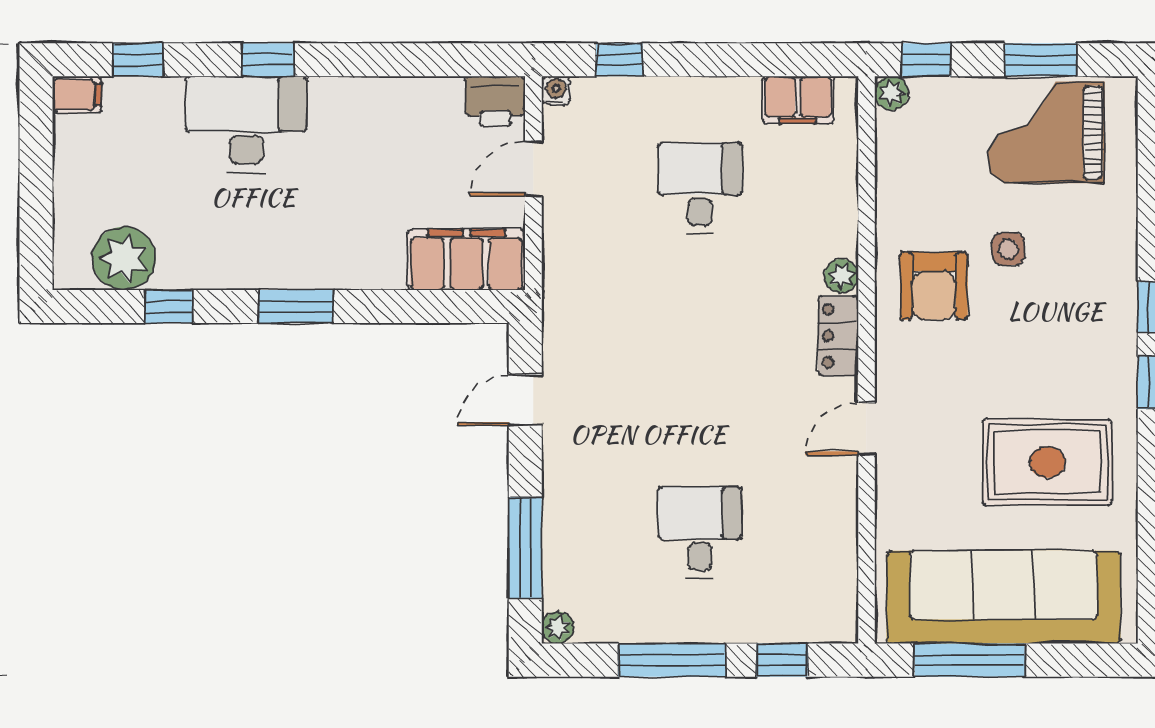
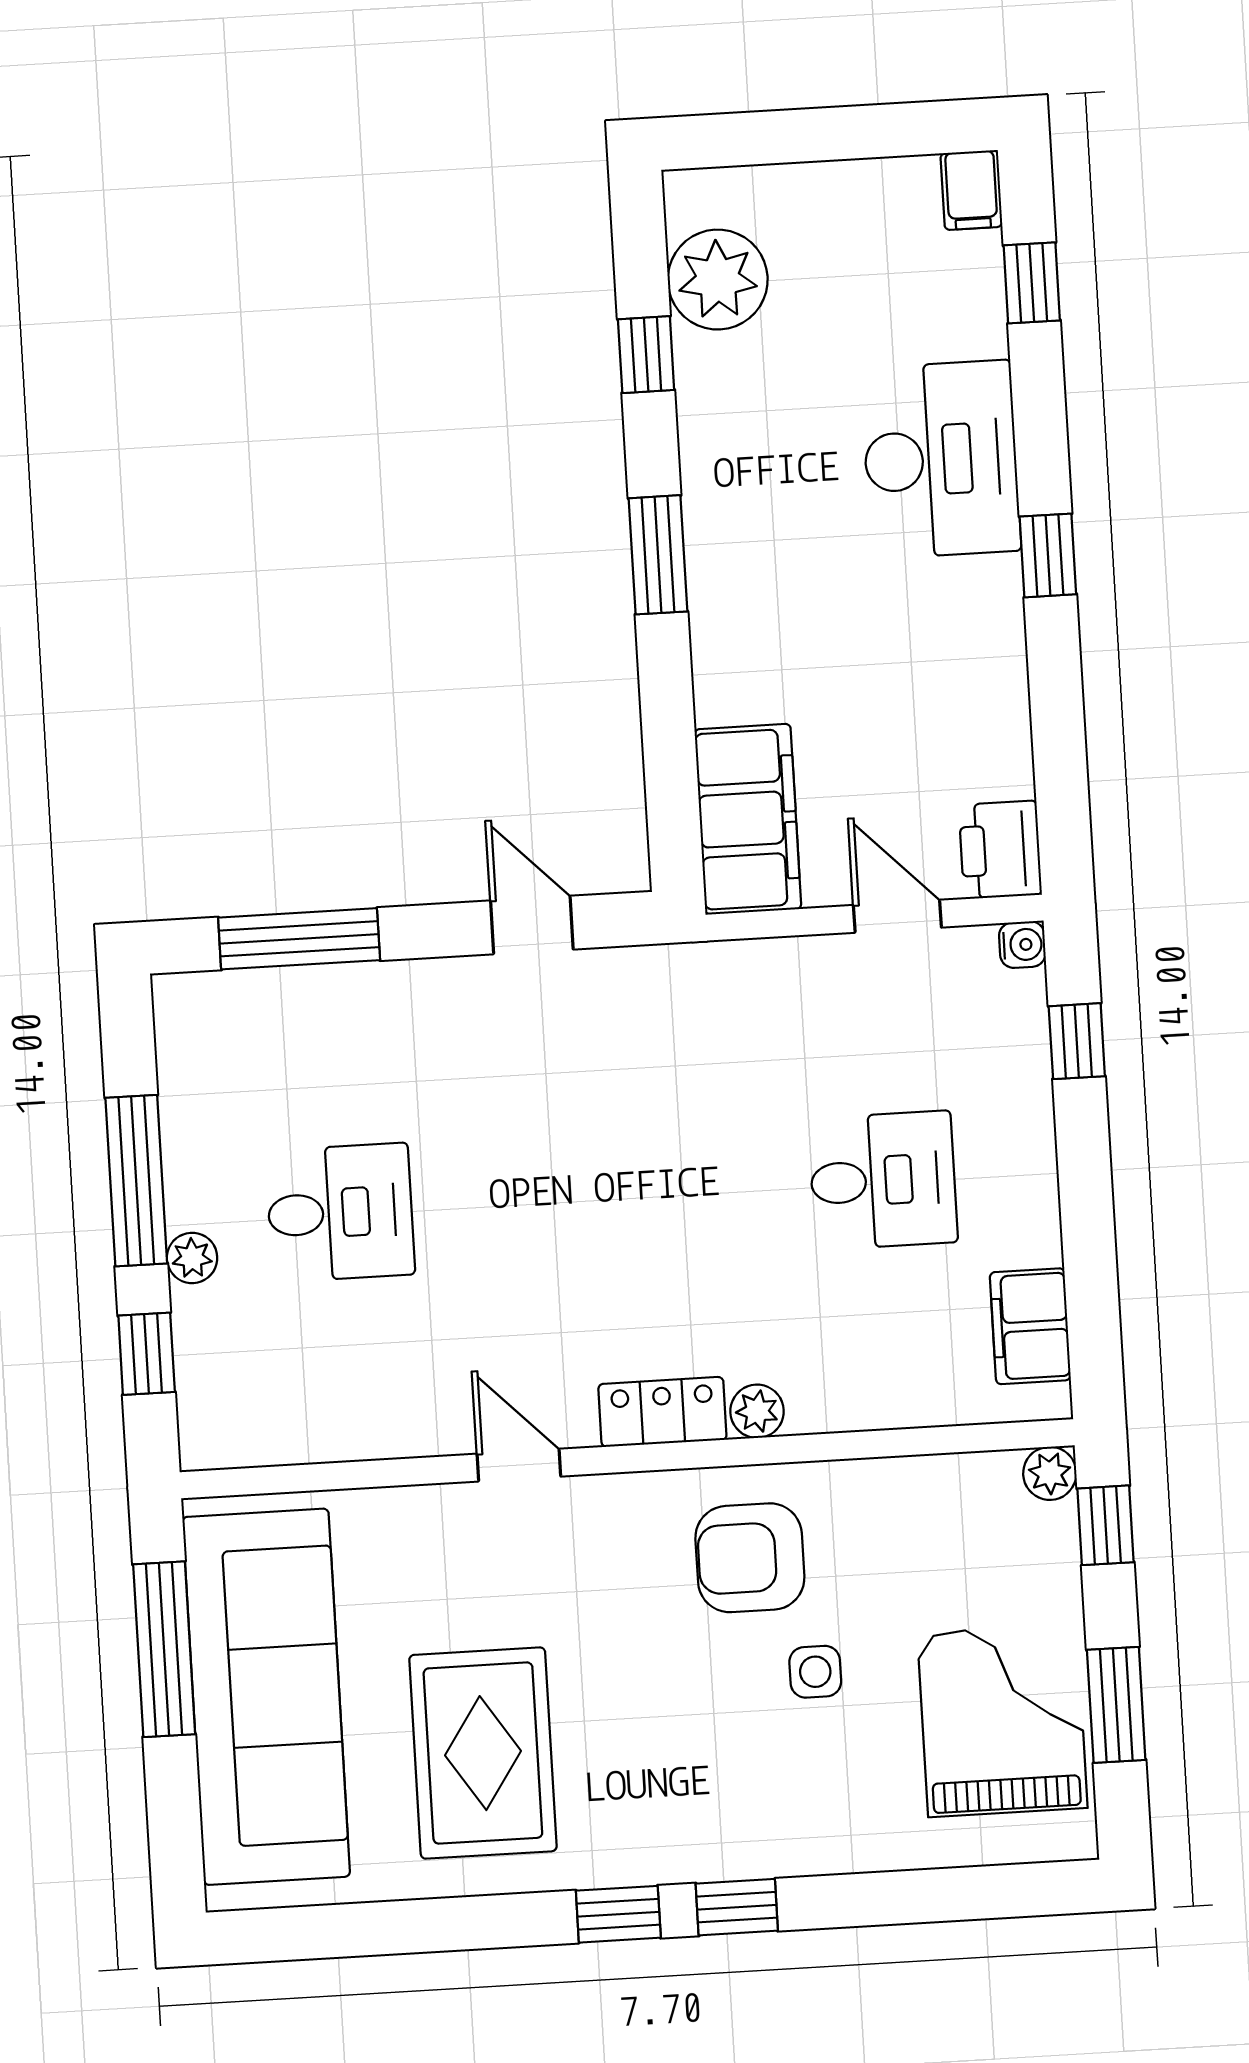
window: (268, 60) -> (1048, 555), moved
plant: (558, 628) -> (192, 1258), moved

